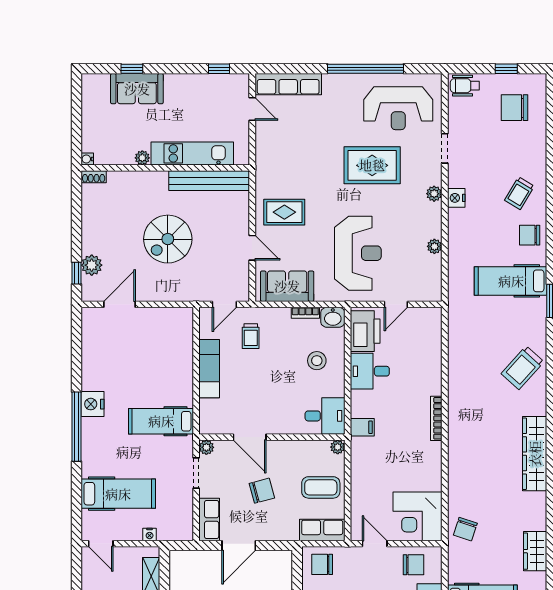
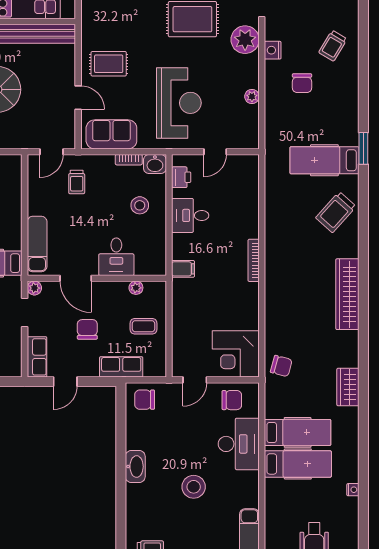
plant: (434, 194) -> (245, 40), width x1.88, depth x1.88
chair: (530, 235) -> (302, 83), moved, turned -90
hospital bed: (511, 281) -> (324, 160), moved
printer: (365, 331) -> (181, 177), width x0.53, depth x0.68
exam couch: (209, 369) -> (37, 244), moved
desk: (325, 416) -> (116, 257), moved, turned 90
plant: (338, 447) -> (136, 288), moved
coffee table: (321, 487) -> (144, 326), width x0.73, depth x0.77
chair: (262, 491) -> (87, 329), turned -75
chair: (465, 529) -> (281, 366), turned -93
row of seats: (322, 530) -> (121, 367), moved
door: (375, 544) -> (195, 380), swing flipped
door: (239, 545) -> (65, 382), width x0.73

